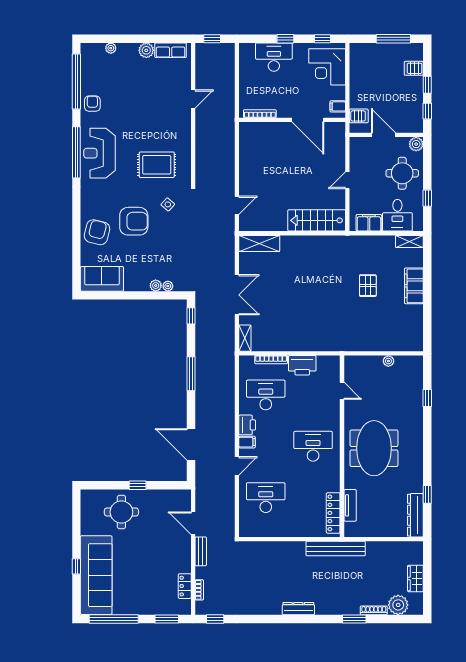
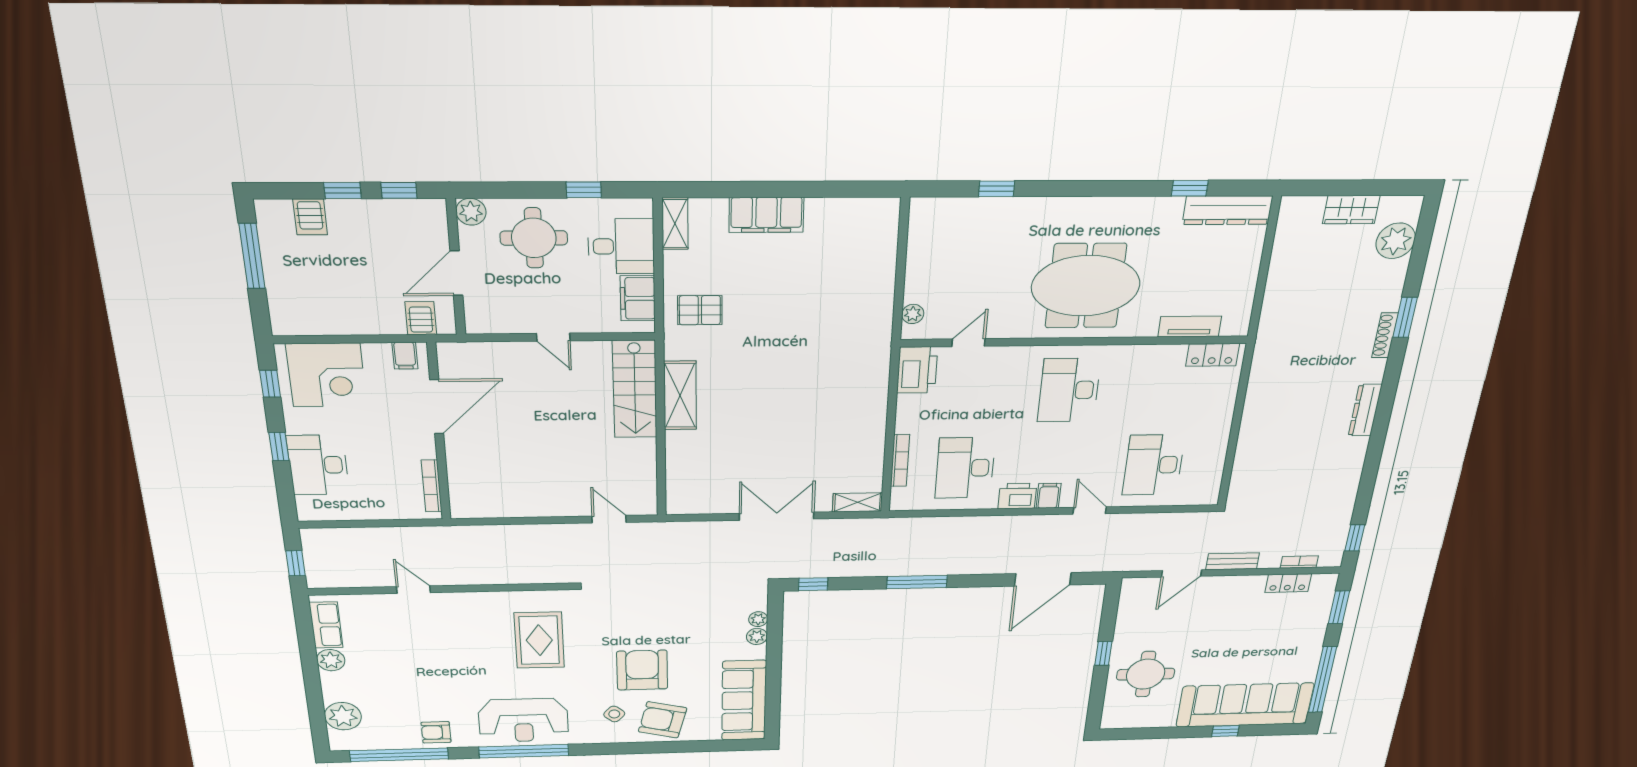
plant: (111, 48) -> (343, 716), width x1.88, depth x1.88
side table: (168, 204) -> (614, 714), moved
shelving: (259, 243) -> (680, 396), moved
sofa: (102, 279) -> (744, 701), width x1.36
pallet: (368, 286) -> (700, 310), moved
plant: (388, 361) -> (913, 314), moved
printer: (302, 365) -> (917, 370), moved
locker: (333, 513) -> (1213, 355), width x0.66
bench: (336, 549) -> (1267, 350), removed
shoe rack: (374, 610) -> (1385, 335), moved

